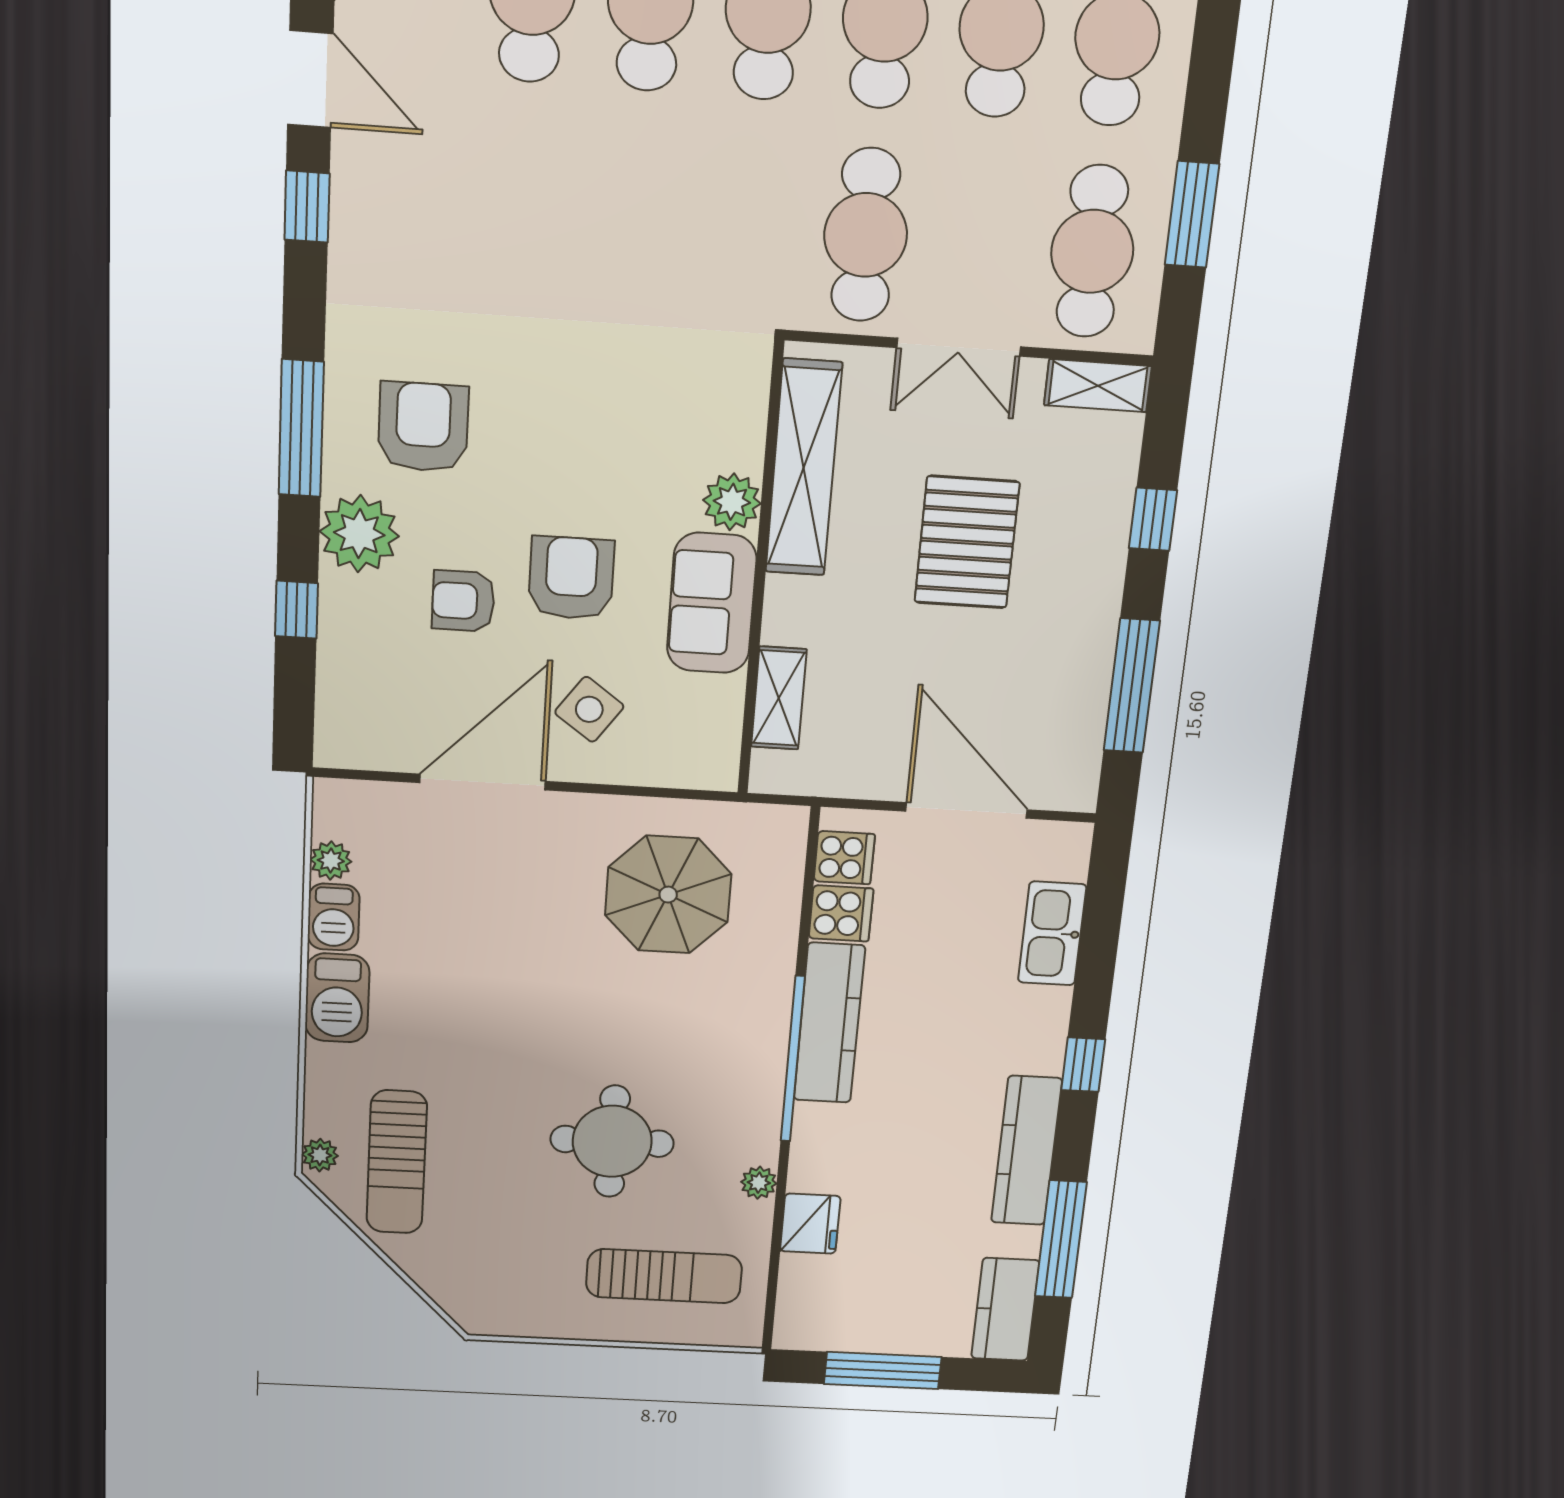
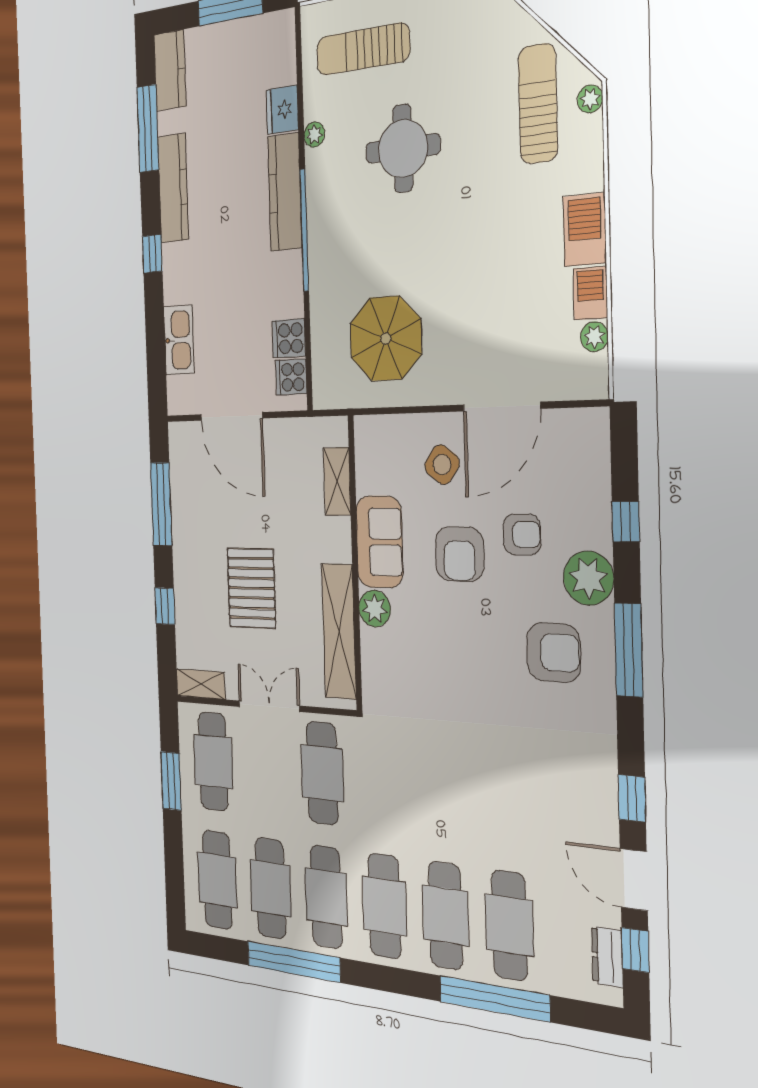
armchair: (423, 427) -> (554, 652), turned -90
kitchen counter: (829, 1023) -> (285, 192), moved

